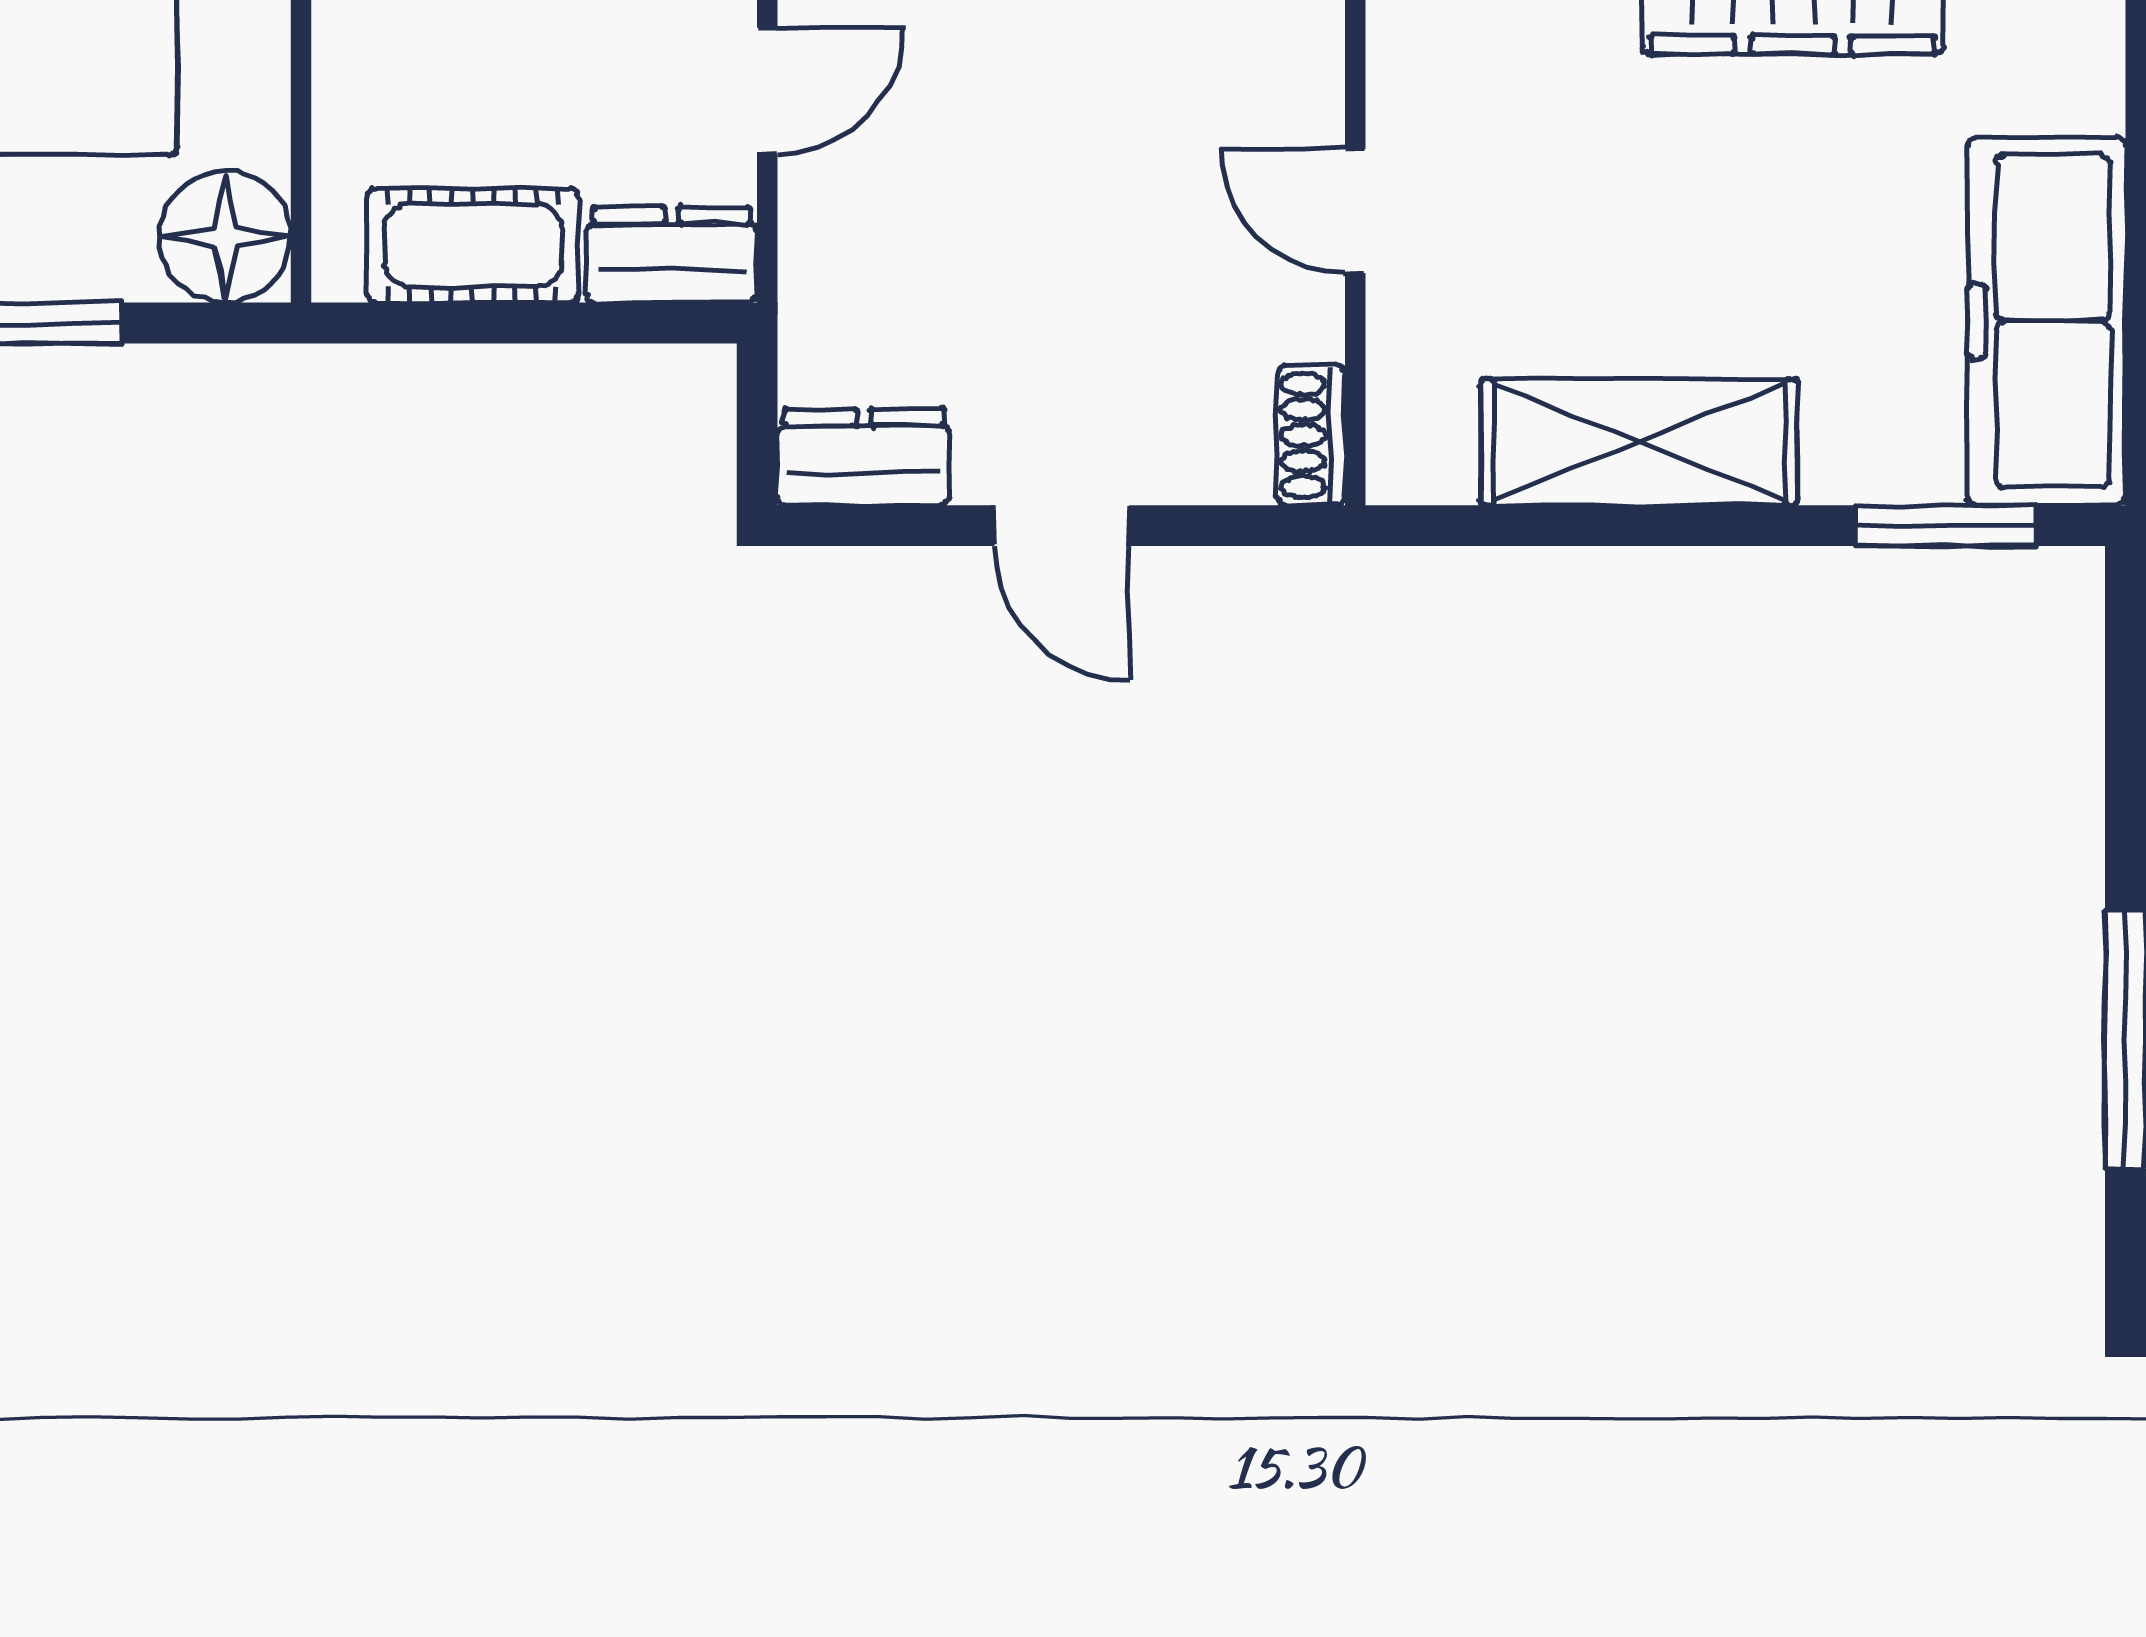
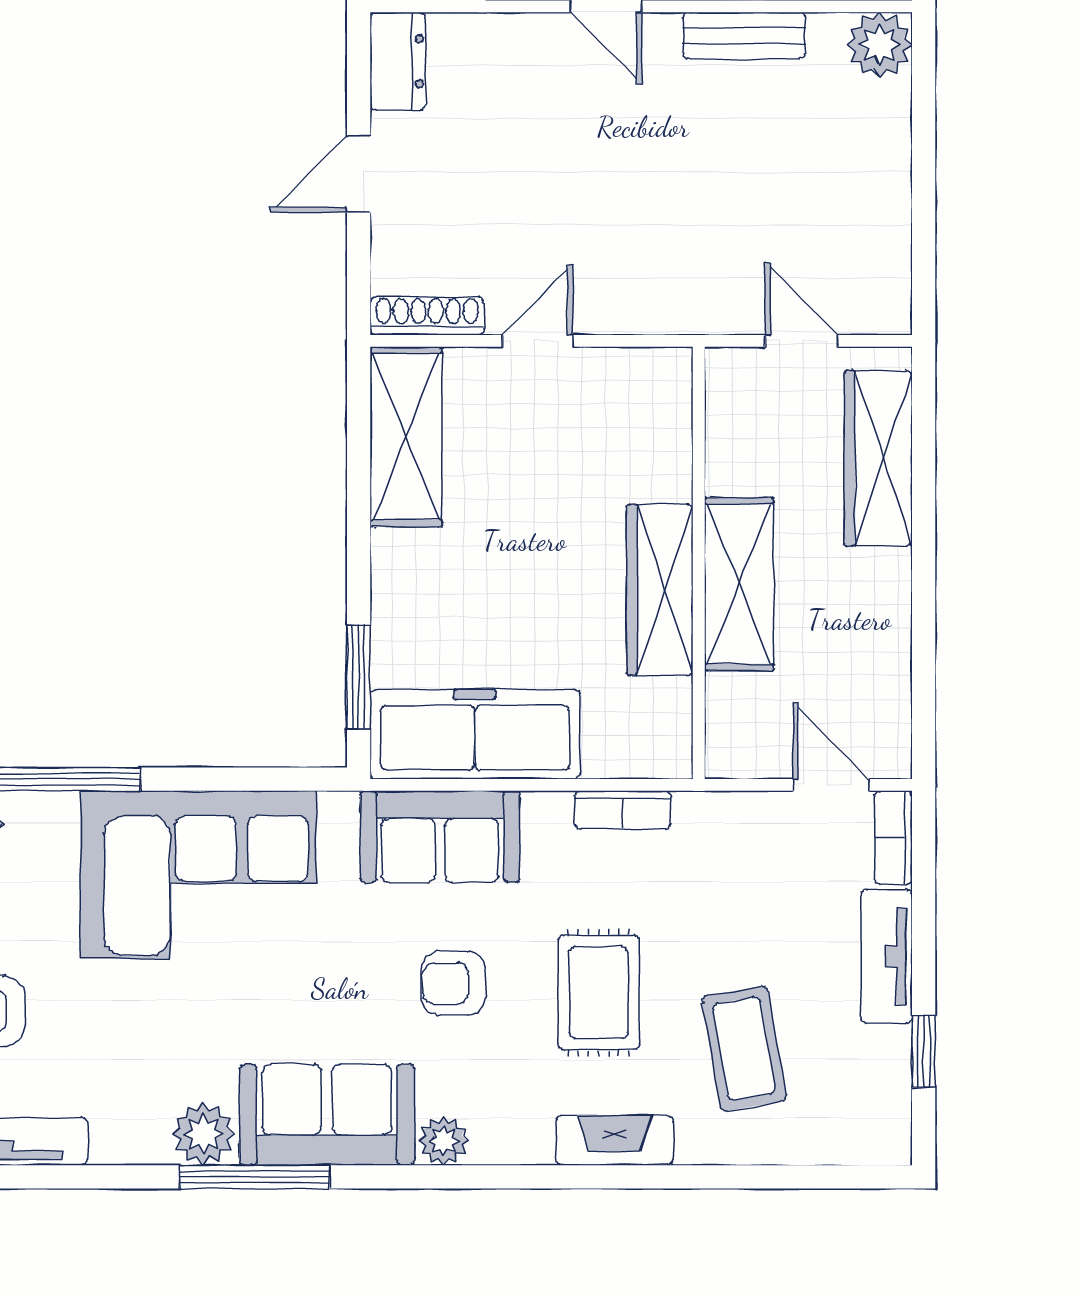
shoe rack: (1311, 435) -> (427, 316), width x1.43
shelving: (1639, 442) -> (406, 437), moved

